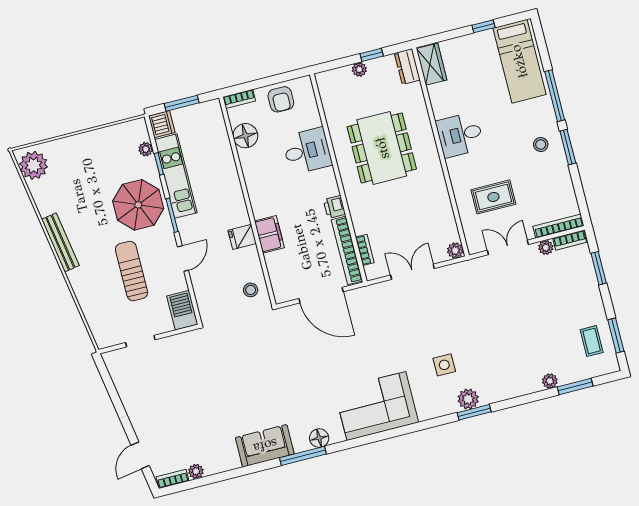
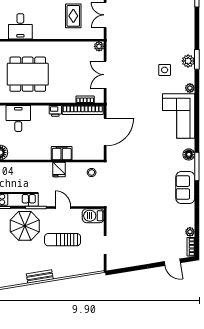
desk: (460, 135) -> (20, 26), moved
bench: (60, 242) -> (40, 276), width x0.73
plant: (550, 381) -> (190, 88), moved

